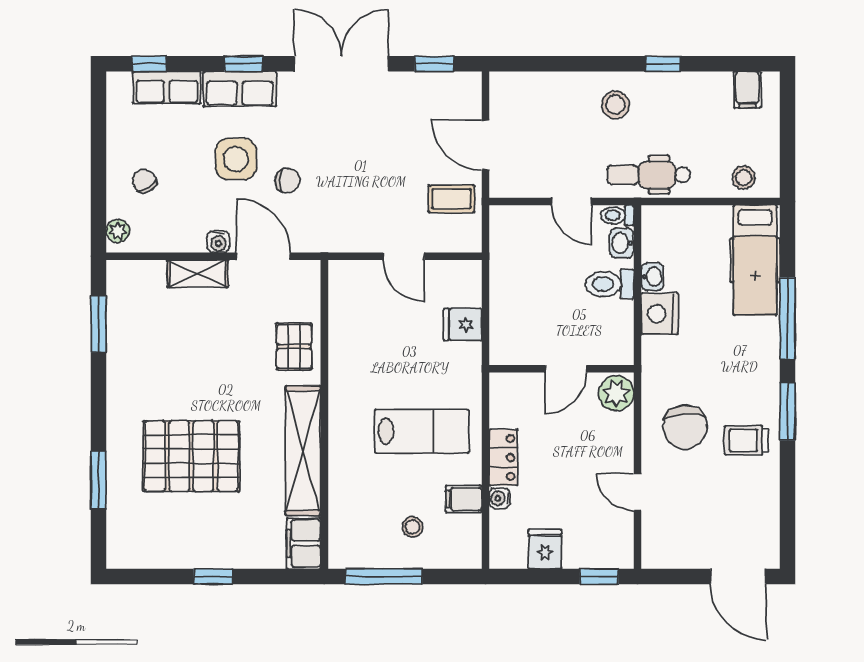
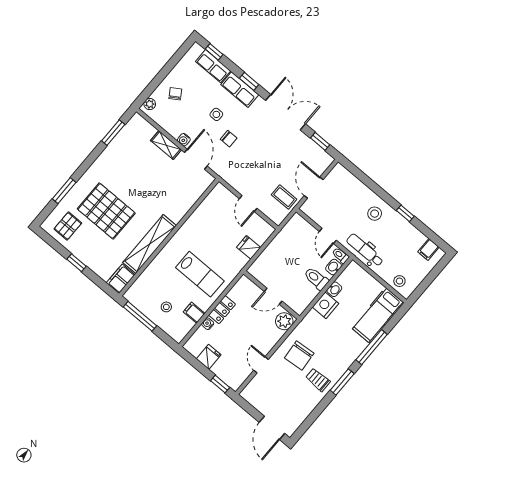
side table: (236, 159) -> (216, 114), width x0.54, depth x0.54
pallet: (294, 347) -> (68, 226), moved

